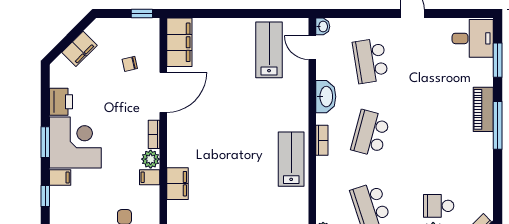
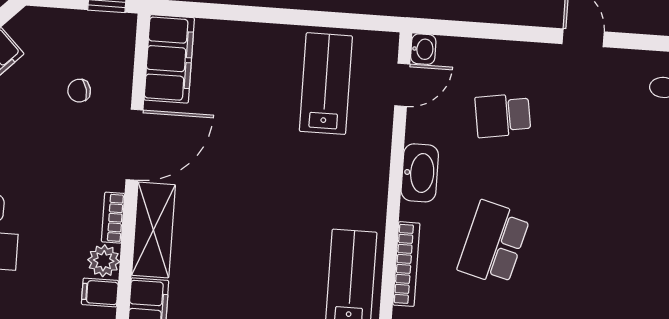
door: (312, 48) -> (402, 85), swing flipped
school desk: (370, 61) -> (503, 115), width x0.54
shelving: (177, 140) -> (153, 230), added
bookcase: (322, 140) -> (406, 264), width x1.56

